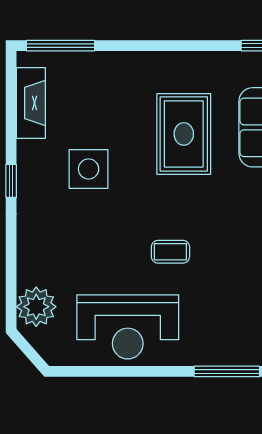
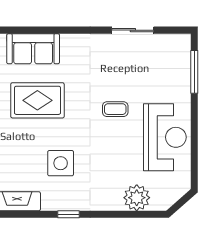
coffee table: (170, 252) -> (115, 109), turned 90
plant: (36, 307) -> (137, 198), moved

